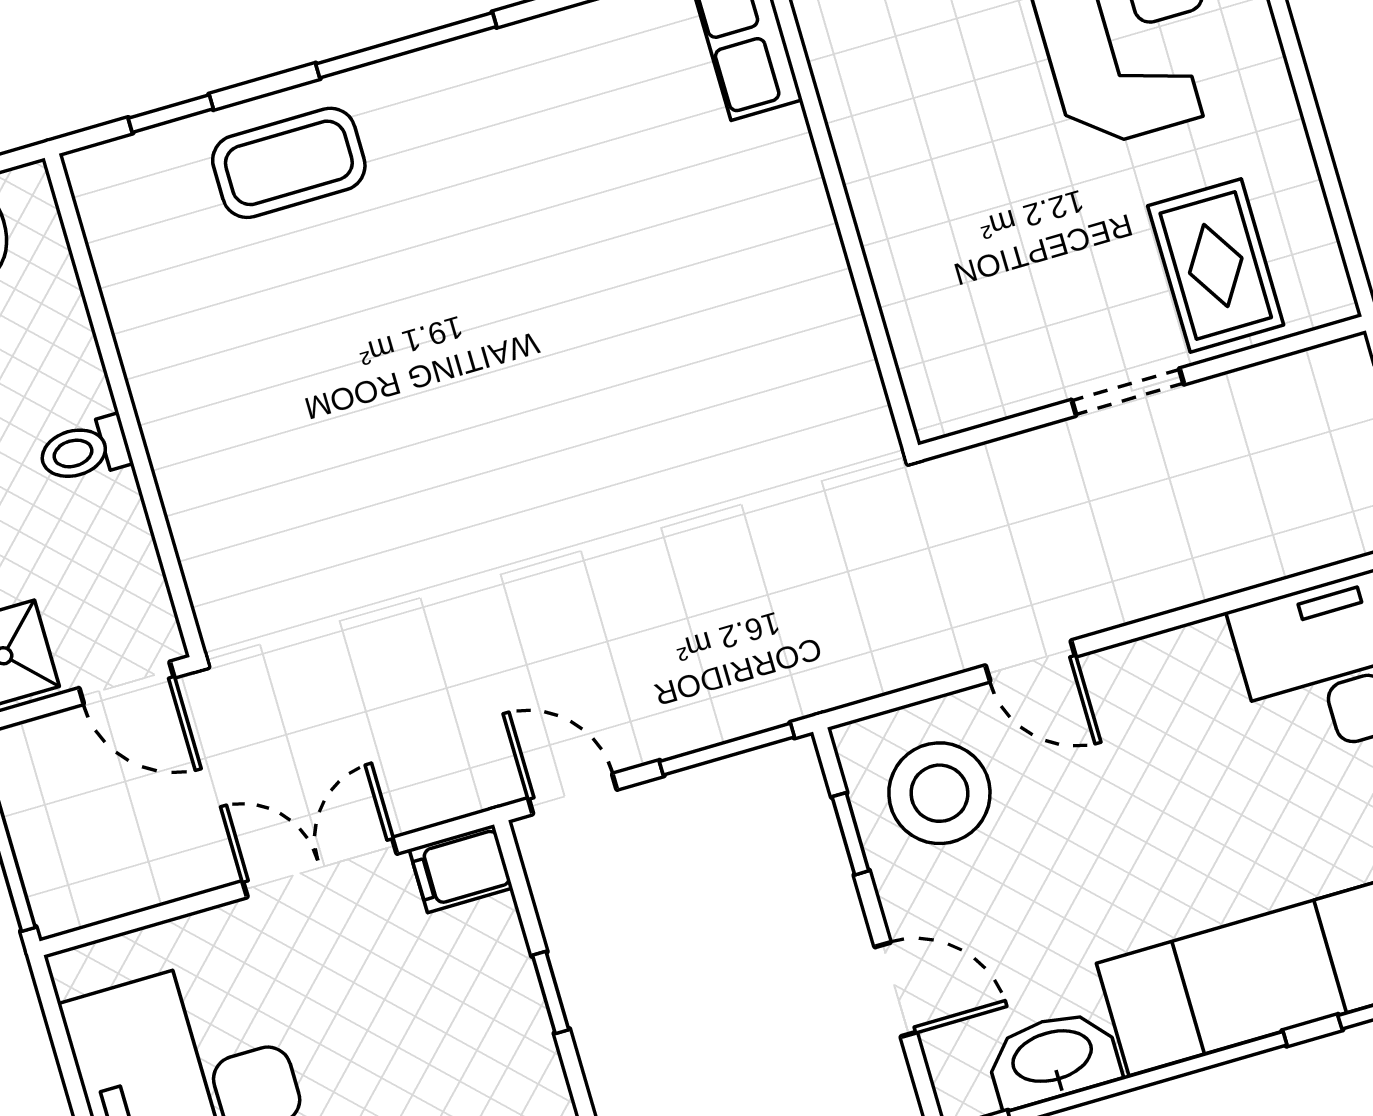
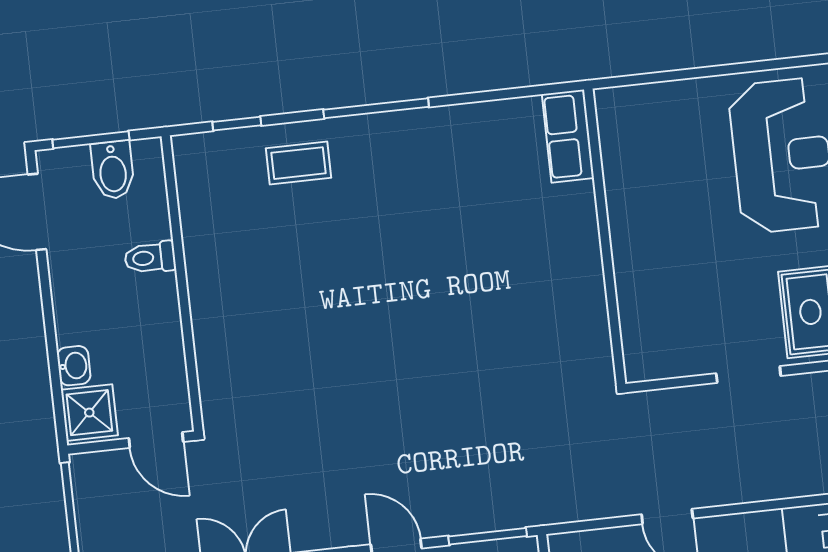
coffee table: (289, 163) -> (298, 163), width x0.73, depth x0.77
toilet: (85, 450) -> (150, 258), moved

